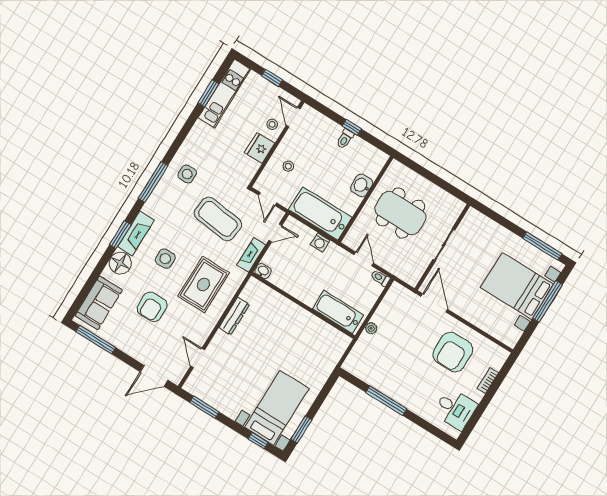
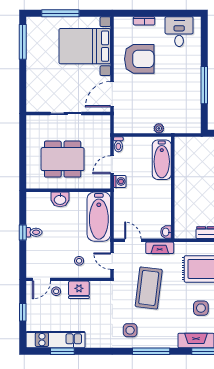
door: (268, 199) -> (112, 261), swing flipped
dining table: (400, 213) -> (63, 159), turned 90
washing machine: (320, 242) -> (120, 181), moved
bed with nightstands: (517, 286) -> (85, 46), moved, turned 90

